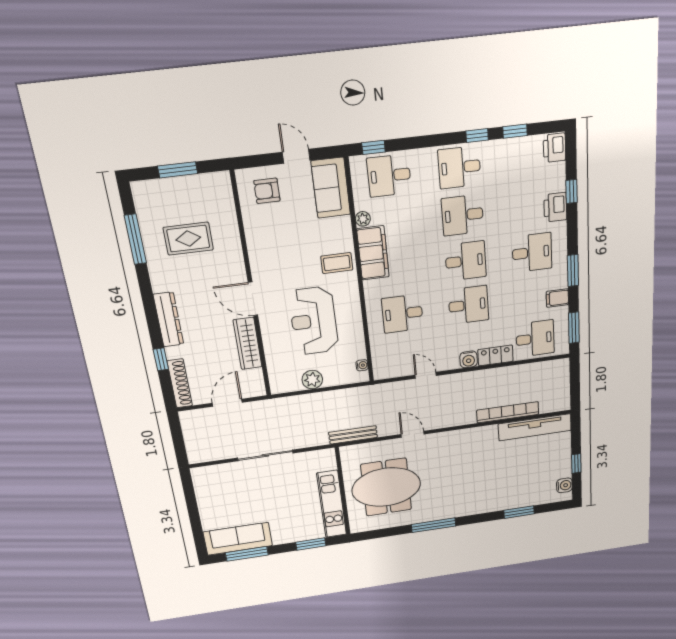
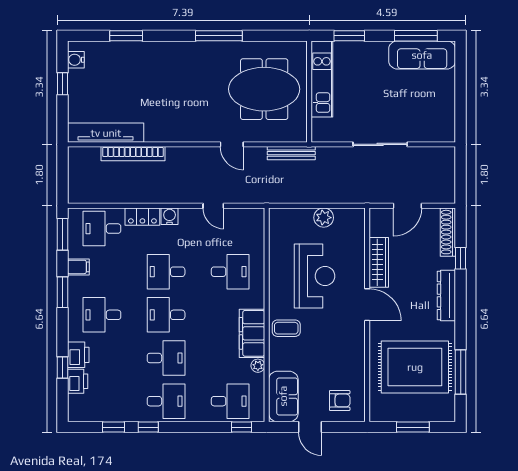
printer: (554, 148) -> (78, 381), moved
rug: (188, 239) -> (415, 367), width x1.86, depth x2.06
water cooler: (362, 365) -> (274, 225), removed

